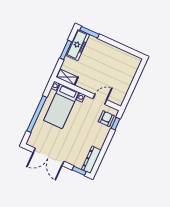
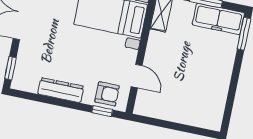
dresser: (91, 160) -> (61, 90), moved

